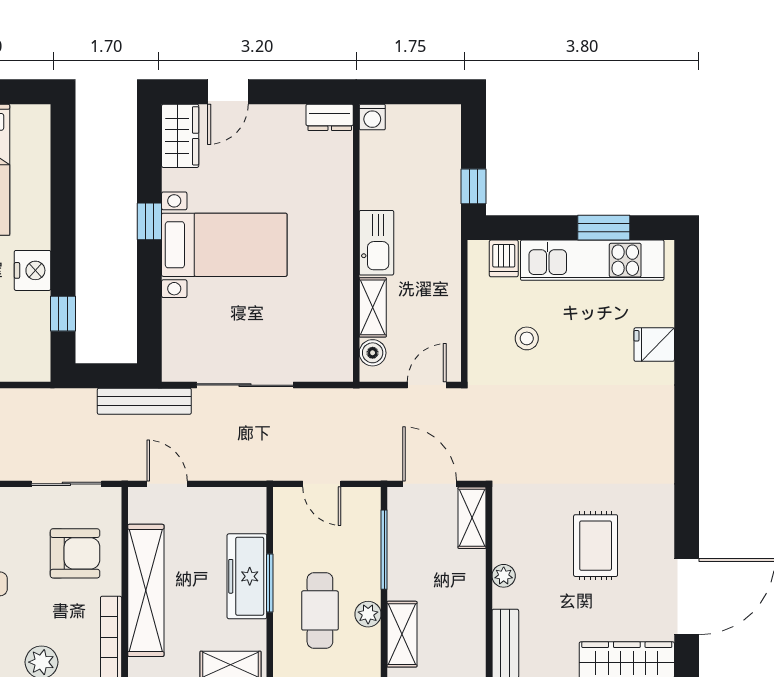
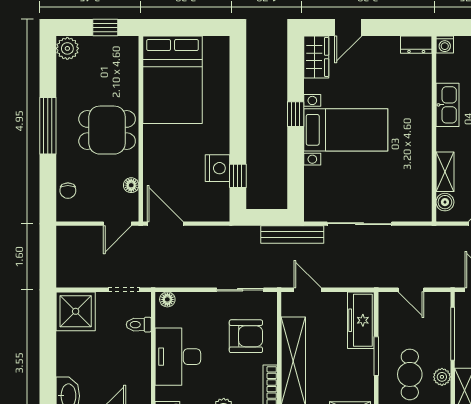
kitchen sink: (376, 243) -> (448, 105), moved
nightstand: (33, 270) -> (218, 168), moved
freezer: (247, 576) -> (361, 320), moved

